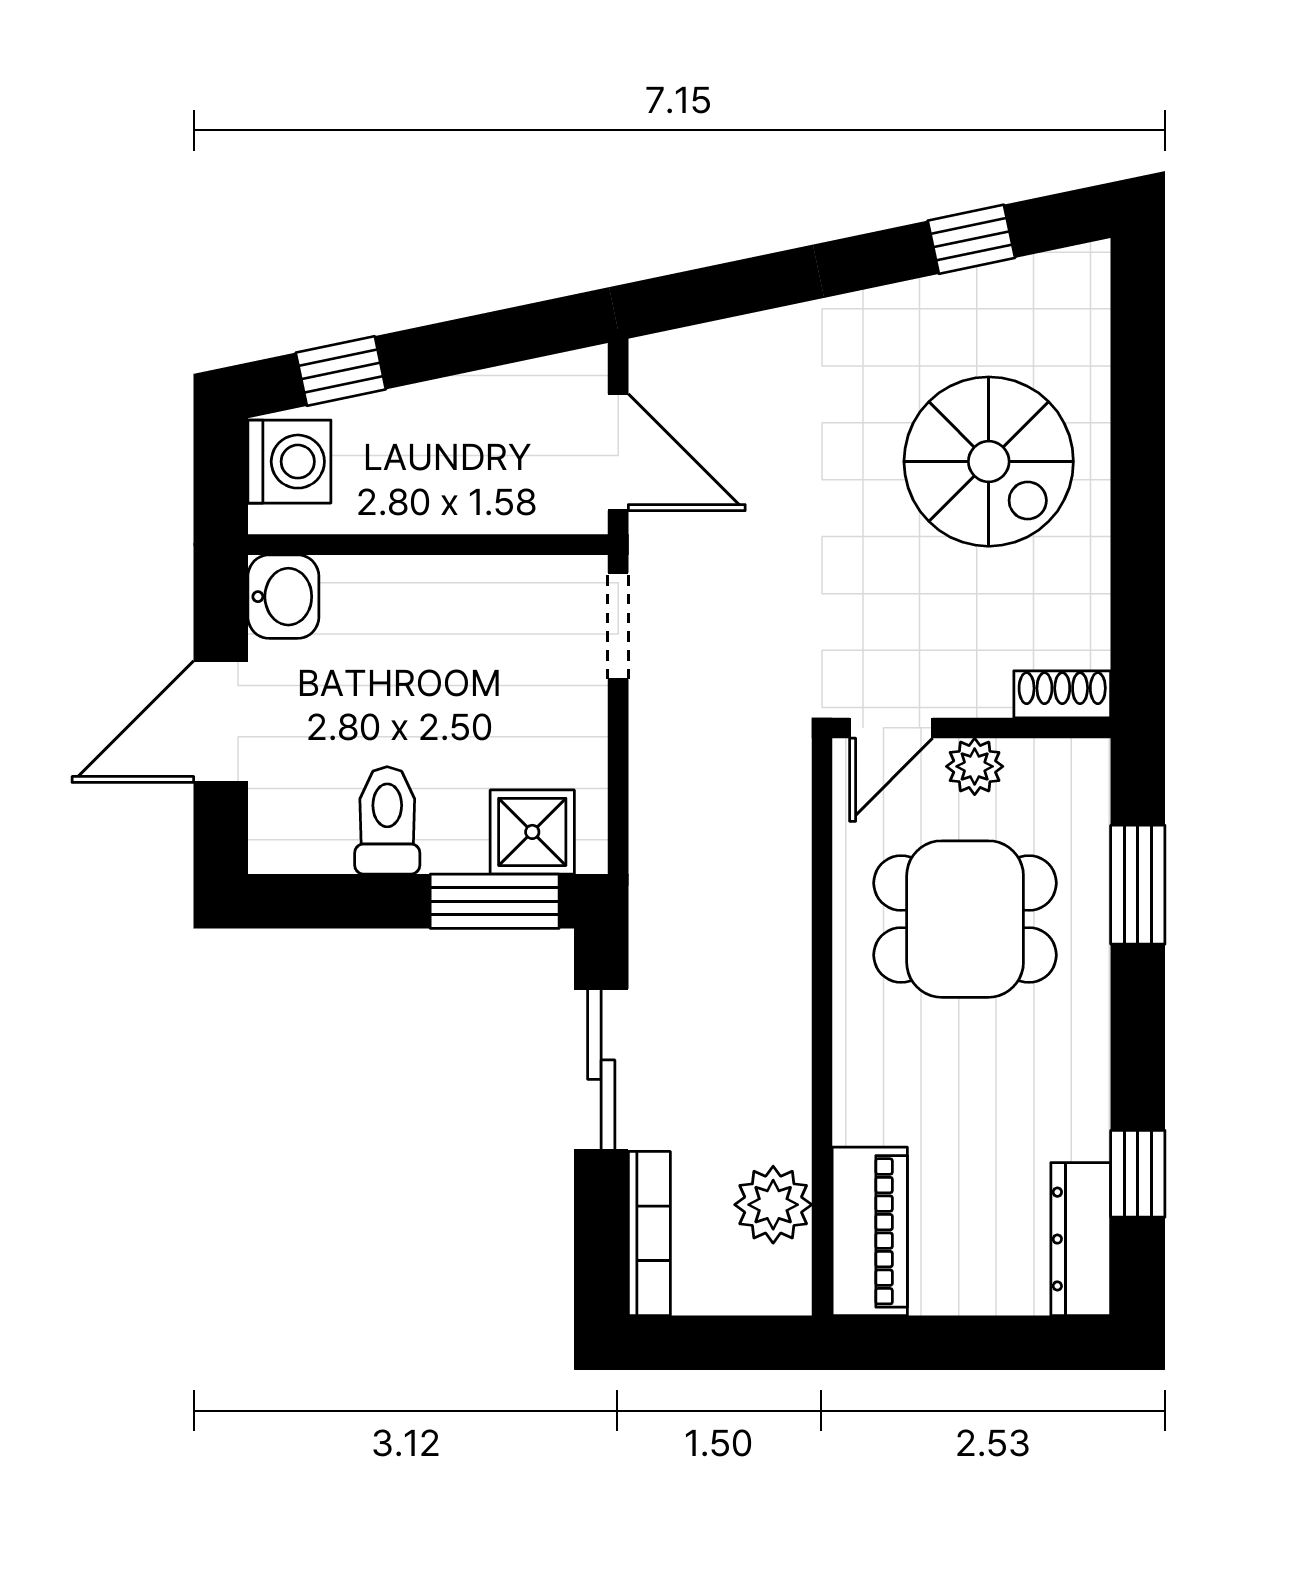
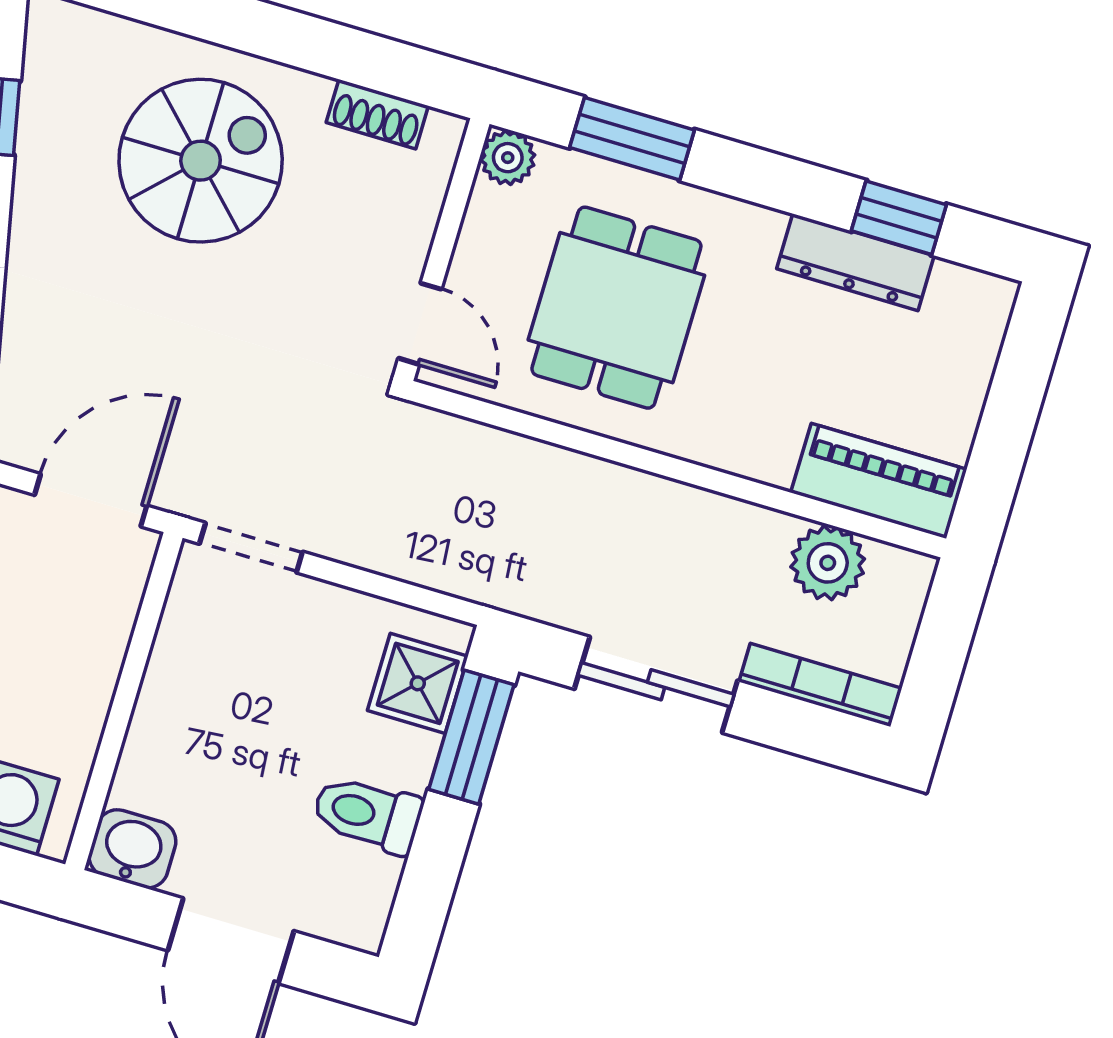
shoe rack: (1062, 694) -> (377, 114), moved, turned -90
plant: (975, 766) -> (508, 158), moved
dresser: (1081, 1239) -> (855, 262), moved

